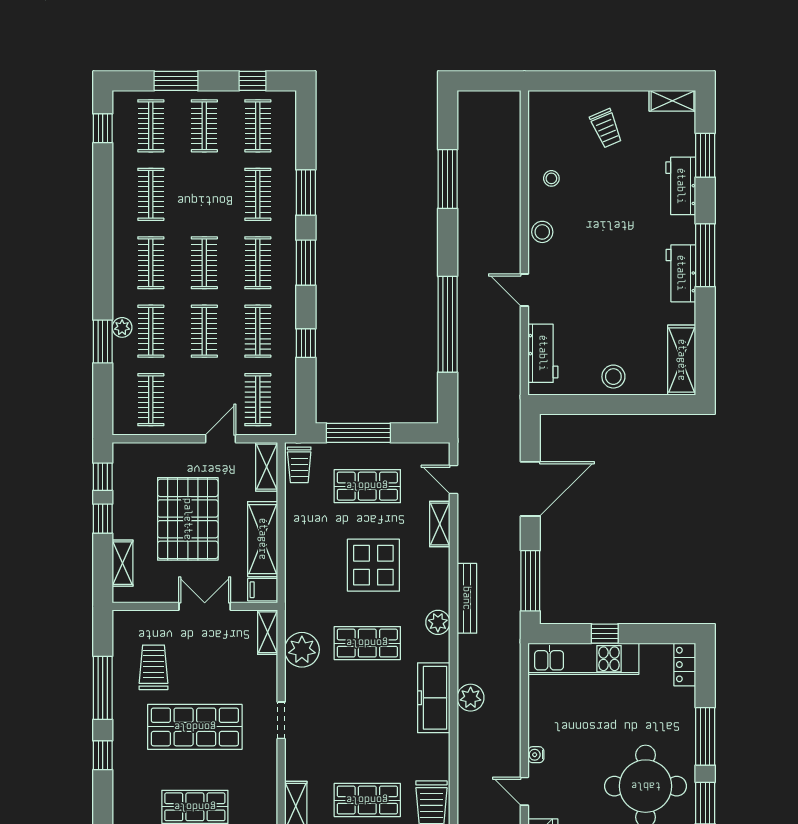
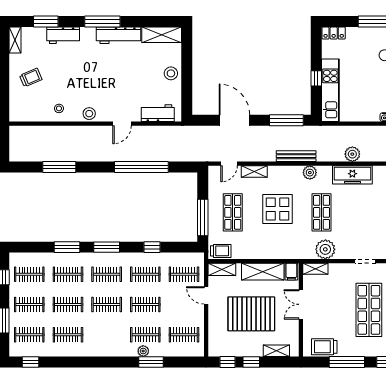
clothes rail: (151, 263) -> (68, 305), moved
workbench: (681, 273) -> (119, 35), width x1.38
trolley: (154, 667) -> (324, 347), moved

